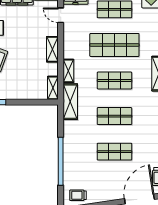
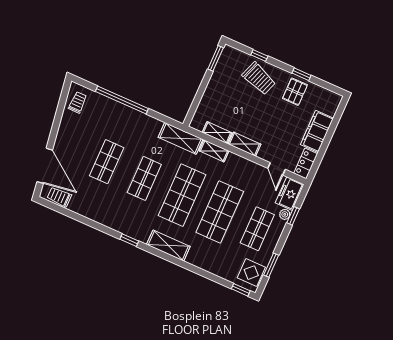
door: (61, 15) -> (276, 169), swing flipped
shop shelf: (114, 80) -> (182, 195), width x1.43, depth x1.36
shelving: (53, 88) -> (217, 133), moved

